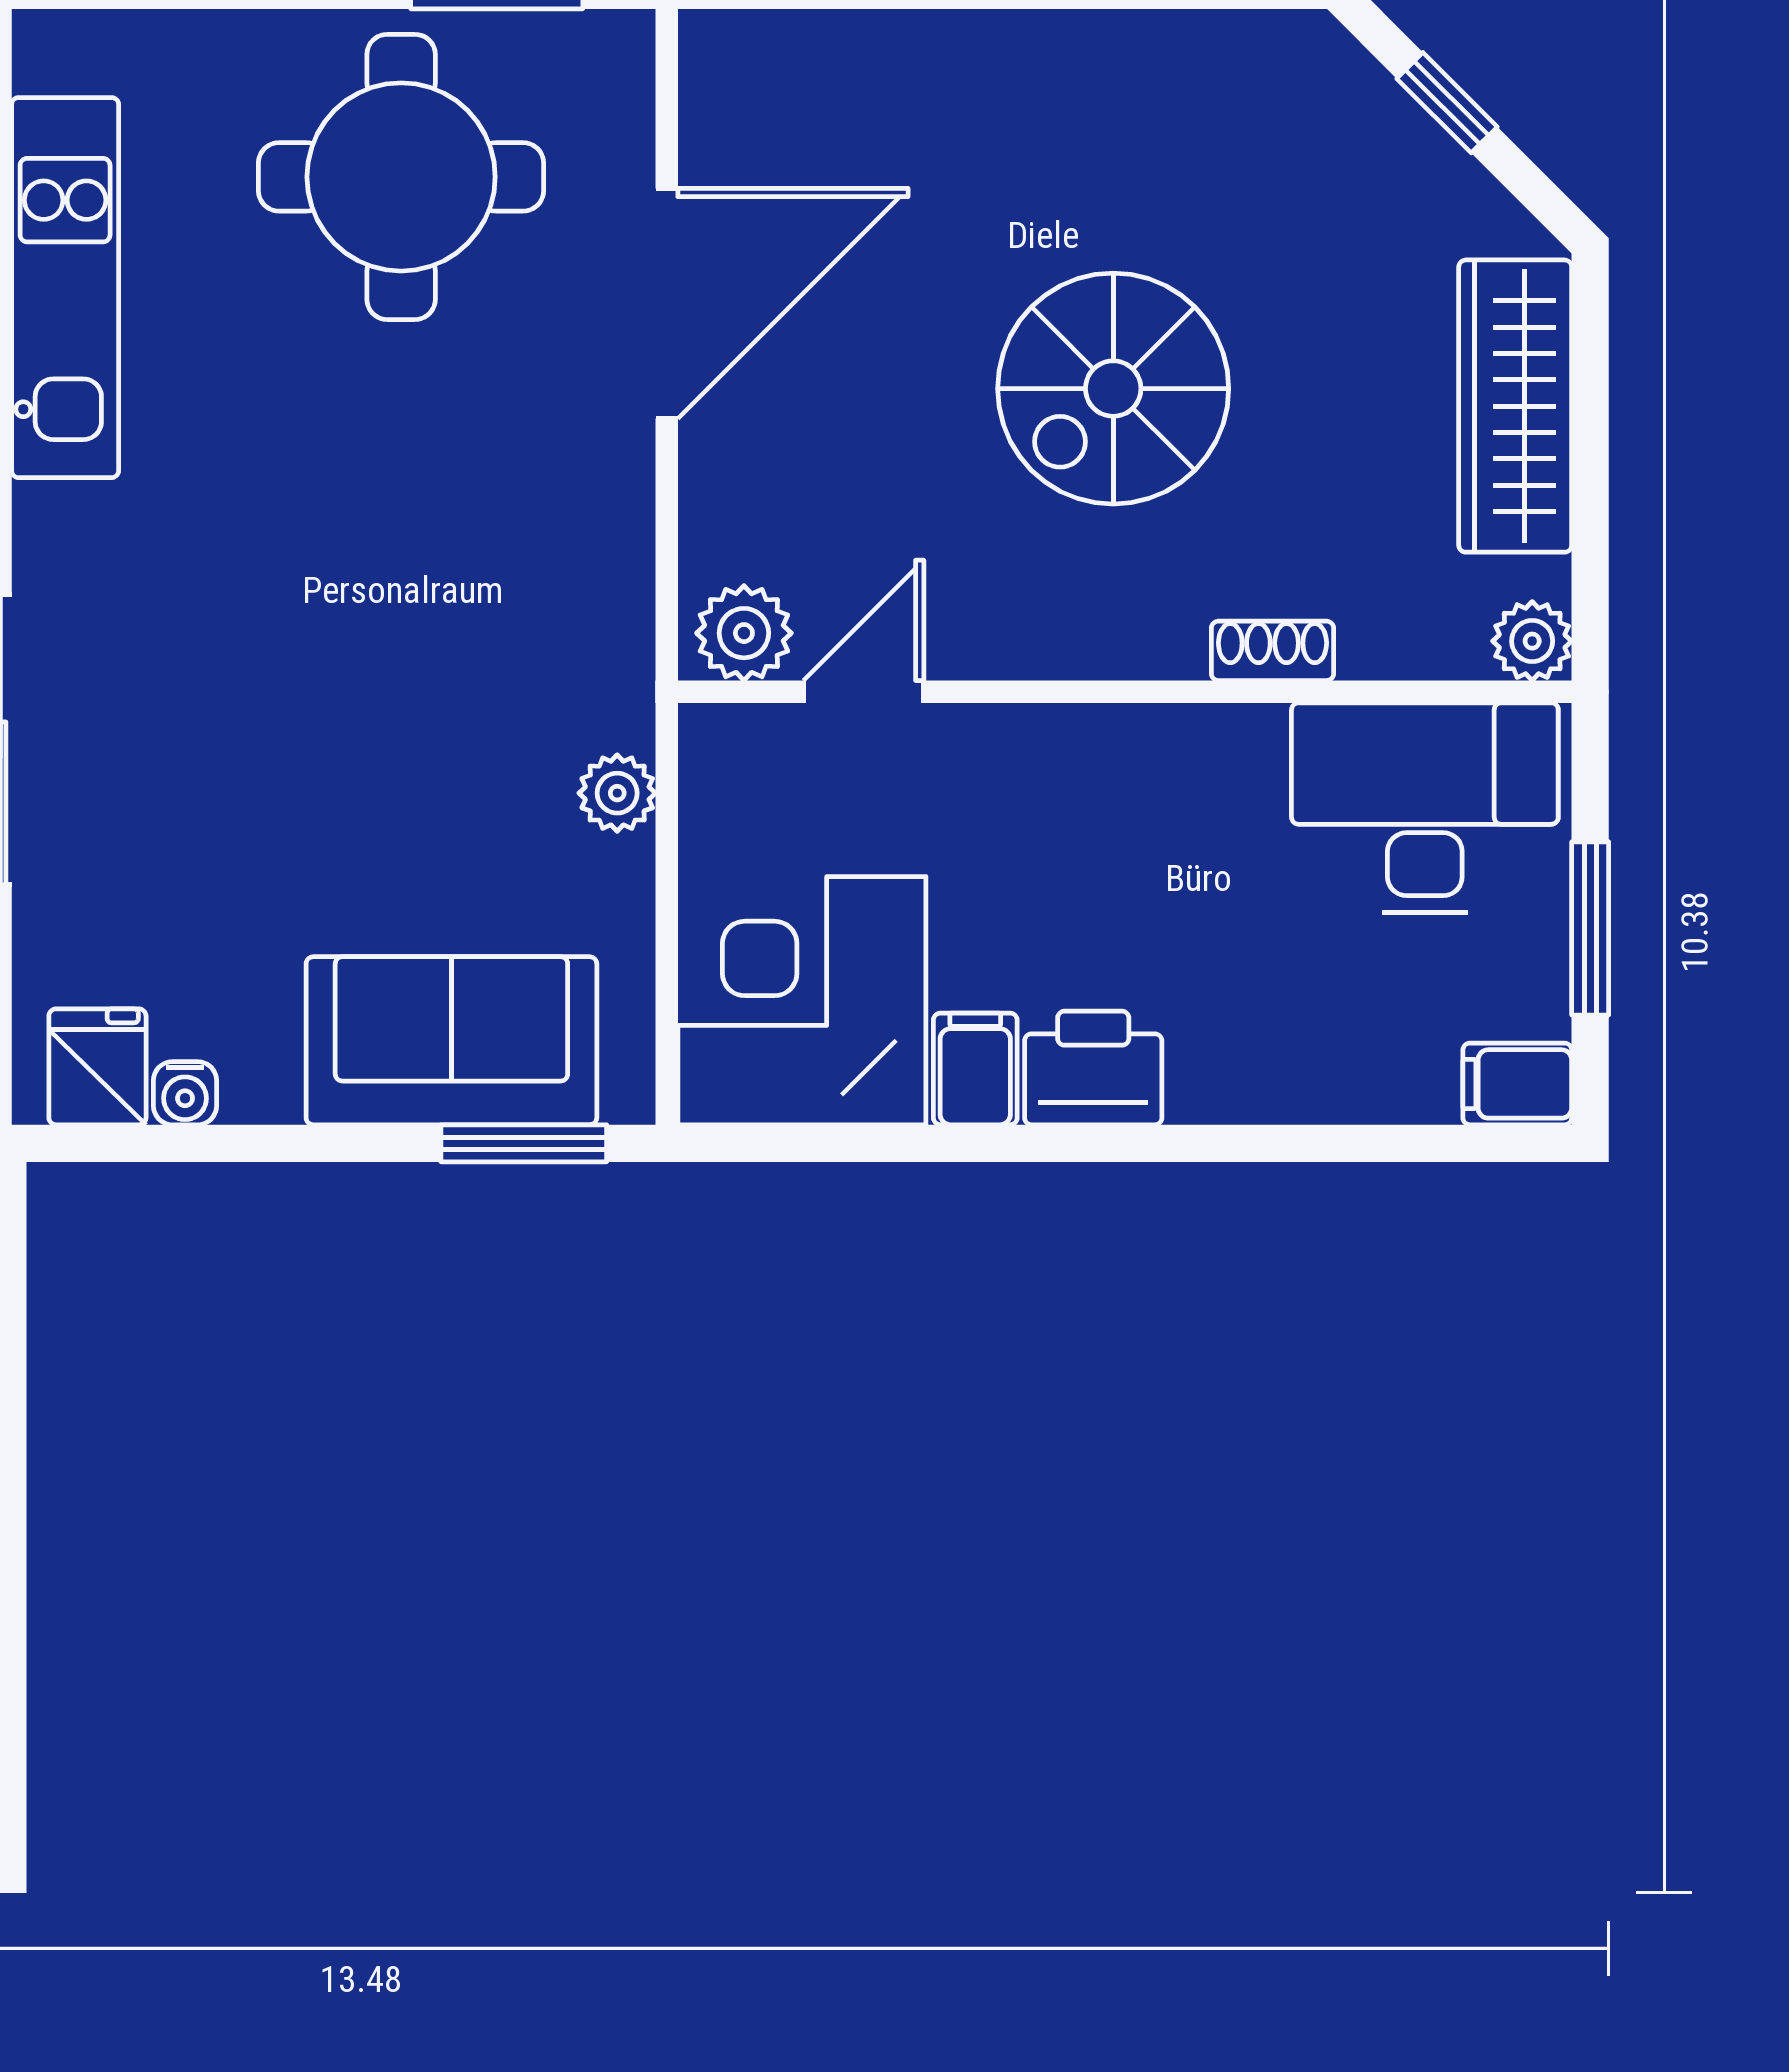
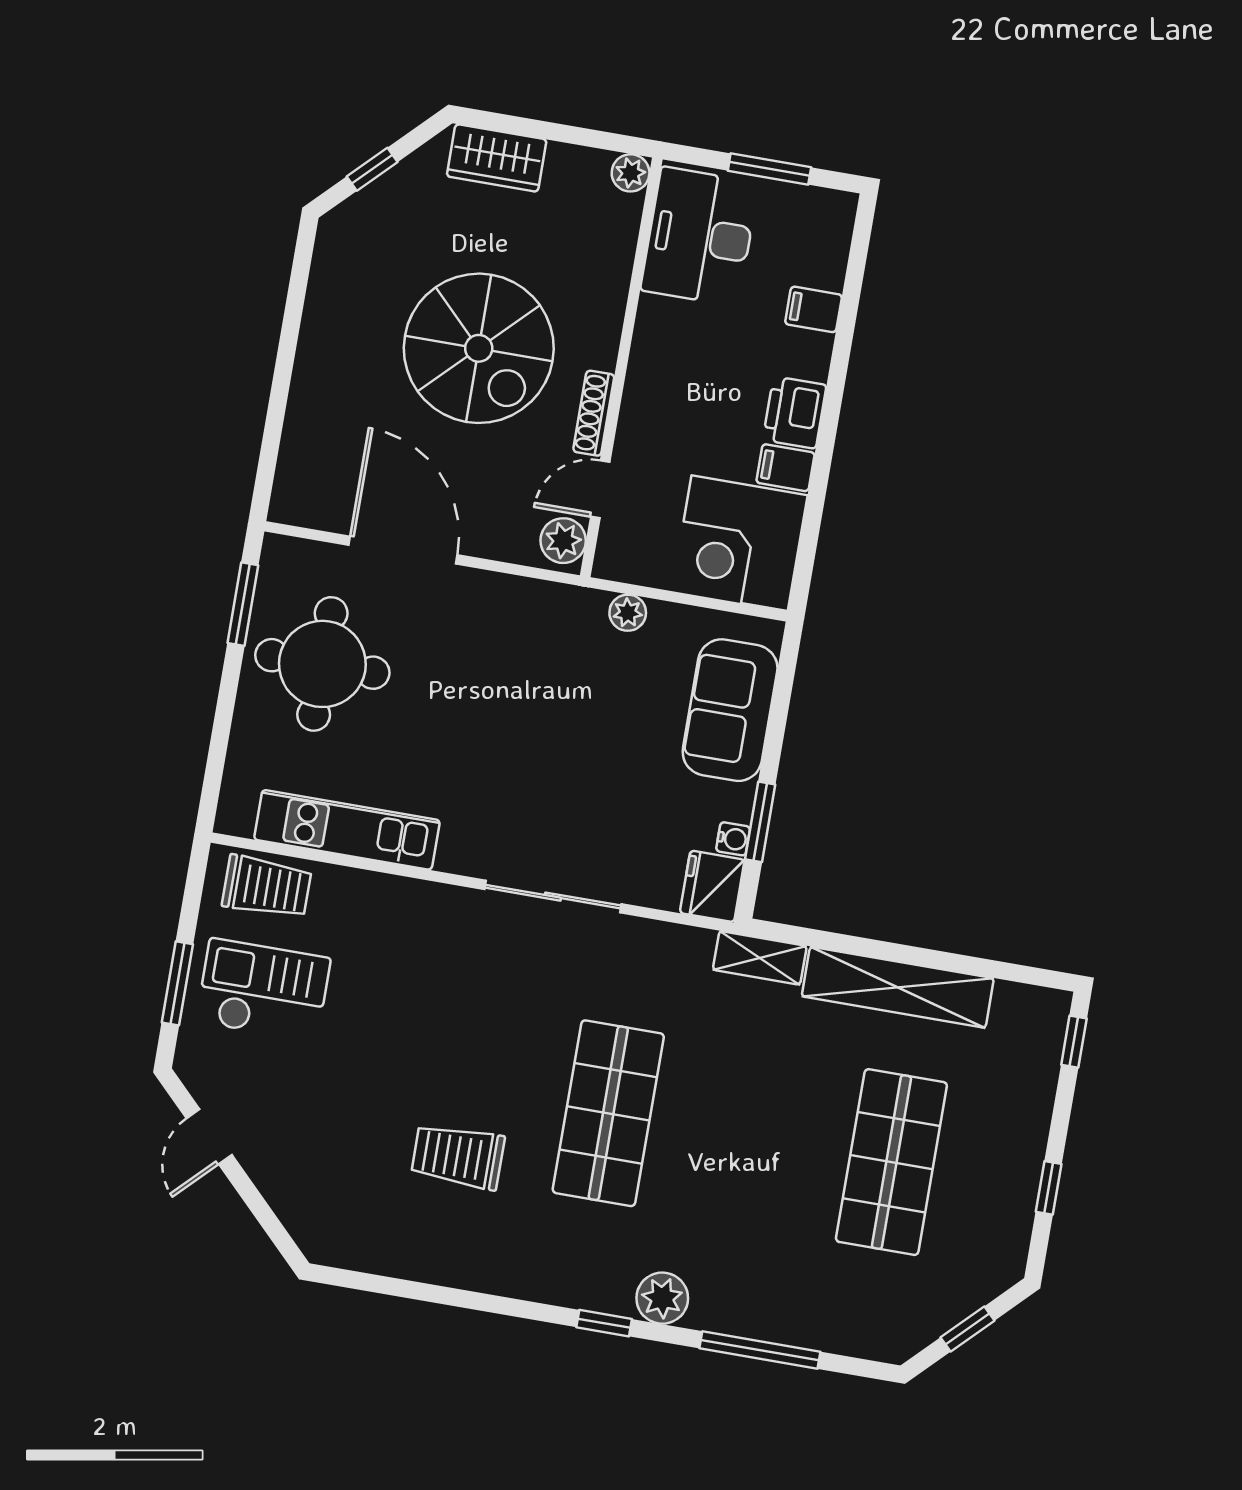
spiral stairs: (1113, 389) -> (479, 348), width x1.37, depth x1.37
wardrobe: (1515, 406) -> (497, 158), width x0.67
shoe rack: (1272, 651) -> (594, 413), moved, width x1.43
door: (864, 692) -> (600, 489), hinge flipped
fridge: (97, 1067) -> (712, 886), width x1.38
filing cabinet: (1517, 1084) -> (814, 309), moved, turned 90
window: (524, 1143) -> (760, 822), moved

